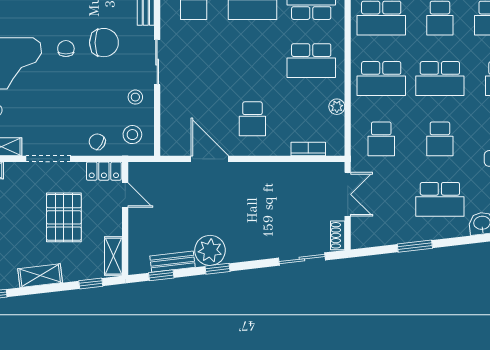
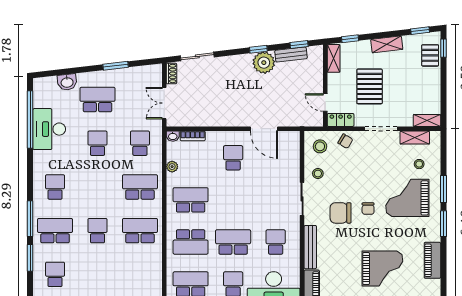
school desk: (440, 79) -> (97, 187), removed
washbasin: (336, 149) -> (173, 136), added

